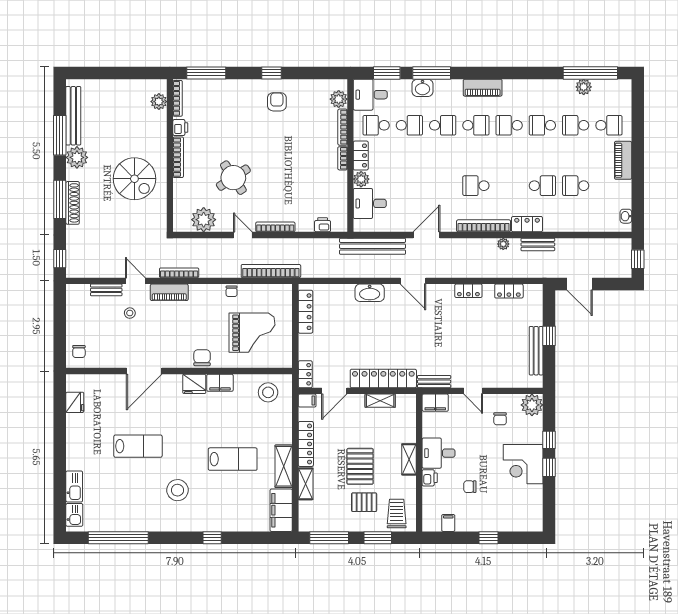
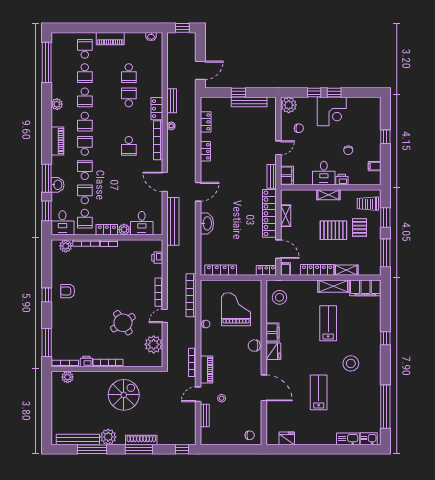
plant: (584, 87) -> (57, 104), moved

